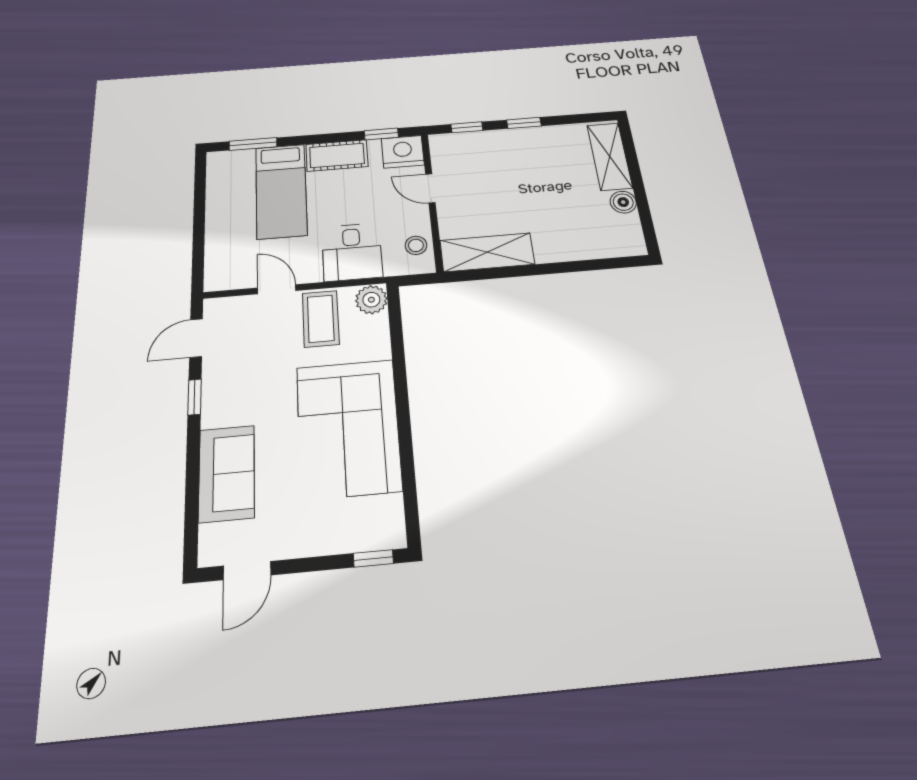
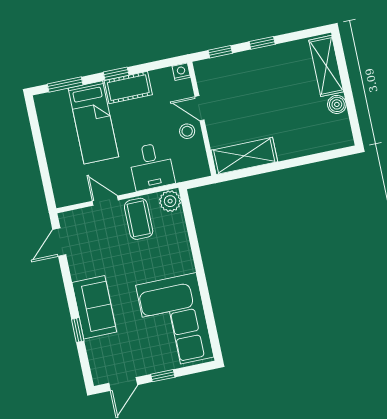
window: (381, 134) -> (116, 74), moved
nightstand: (403, 152) -> (181, 72), width x0.53, depth x0.56
stool: (416, 245) -> (187, 131), moved
window: (195, 397) -> (78, 330), moved
corner sofa: (348, 428) -> (175, 321), moved
sofa: (227, 473) -> (94, 307), moved
window: (373, 558) -> (163, 376), moved

